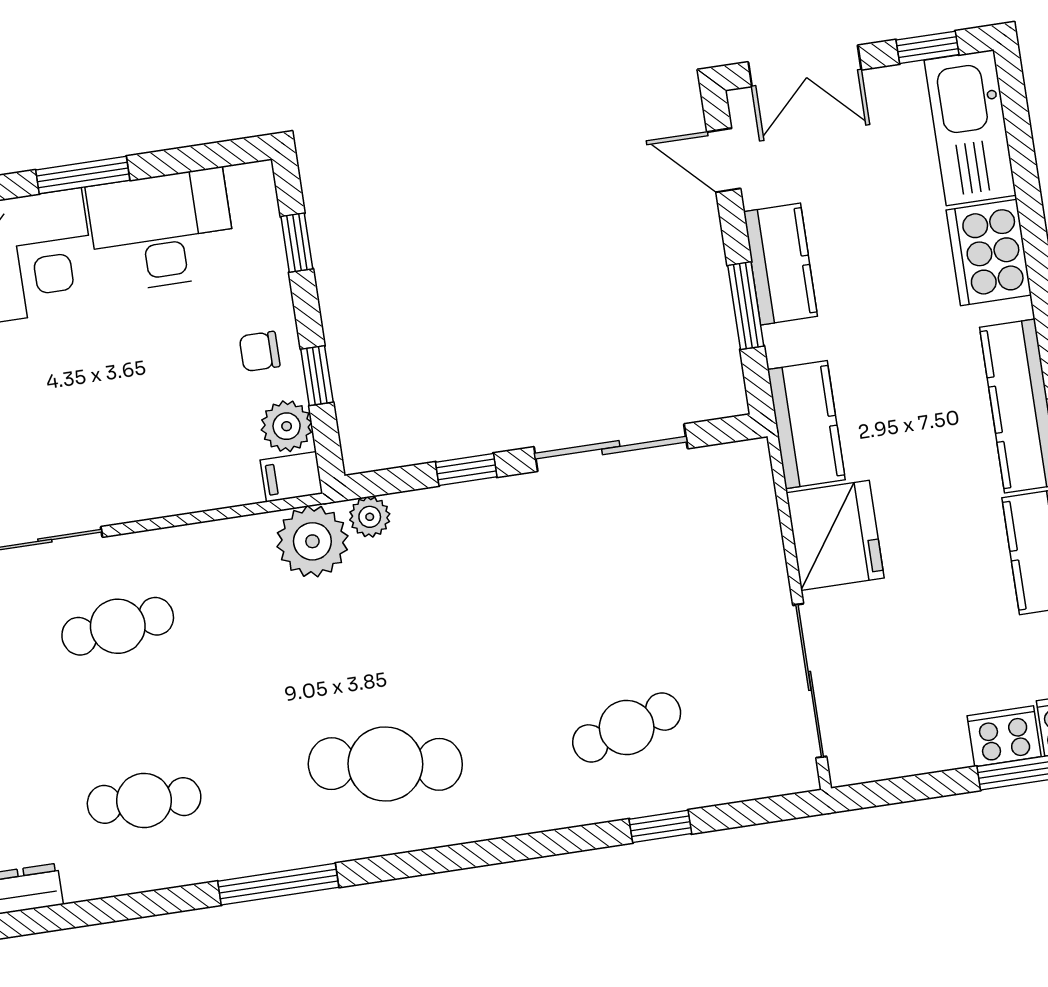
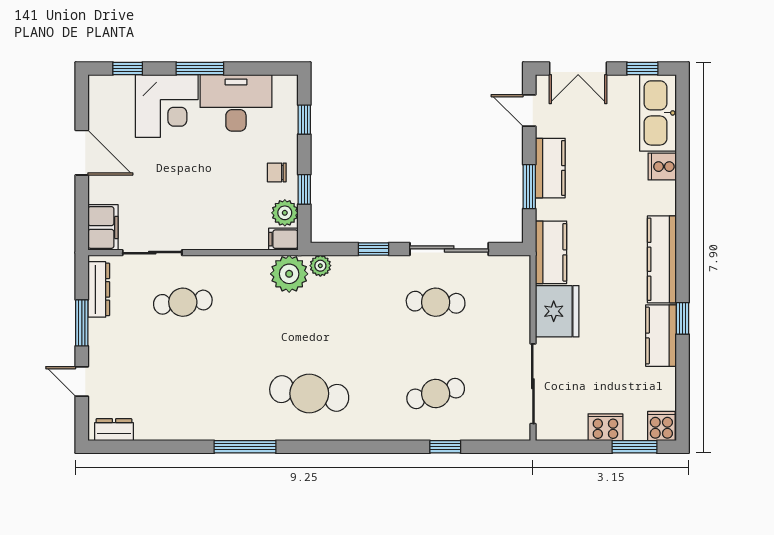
cooker: (989, 252) -> (662, 167), width x0.53, depth x0.76
cooker: (1004, 736) -> (605, 427), moved
cafe table: (144, 800) -> (436, 302), moved

